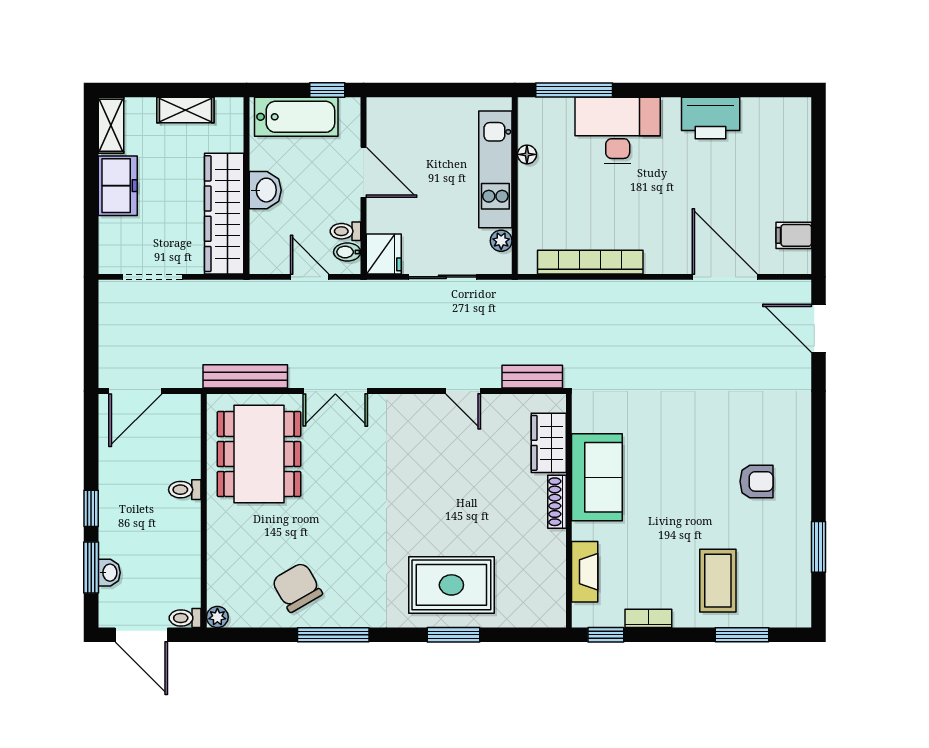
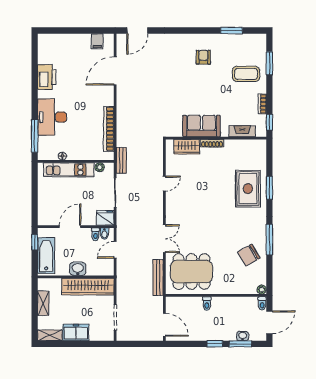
bench: (532, 377) -> (121, 160), moved

